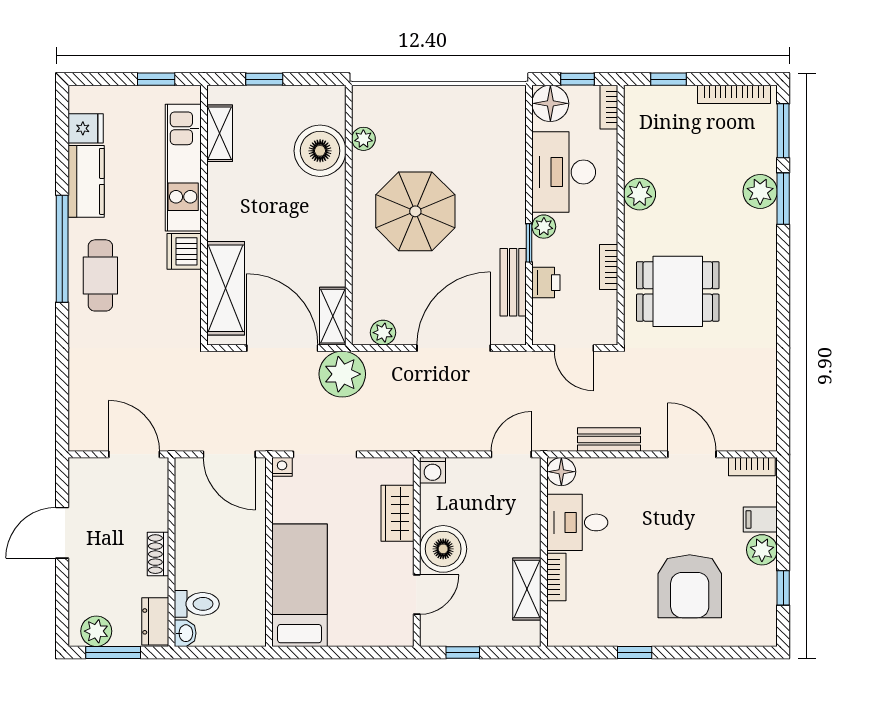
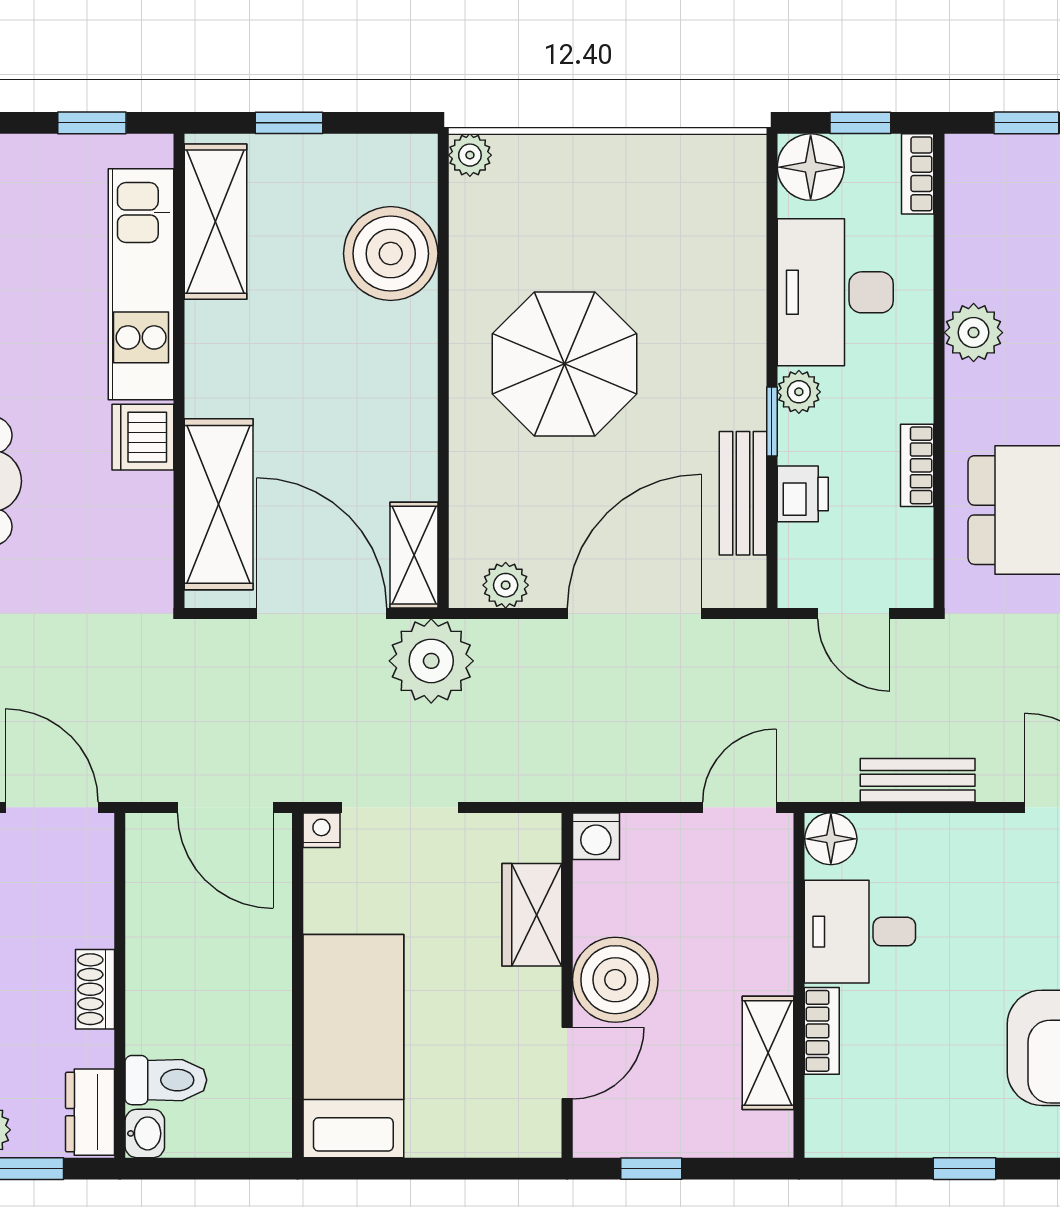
shelving: (220, 133) -> (216, 222), width x1.50, depth x1.33
plant: (363, 139) -> (470, 155), moved

